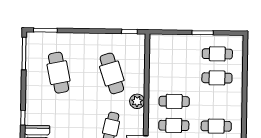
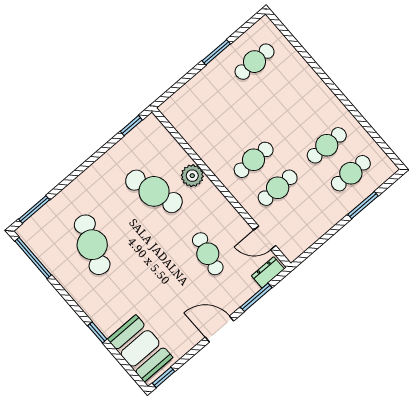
cafe table: (59, 73) -> (92, 245), turned 33
cafe table: (217, 78) -> (279, 89), removed
plant: (137, 101) -> (192, 176), moved

